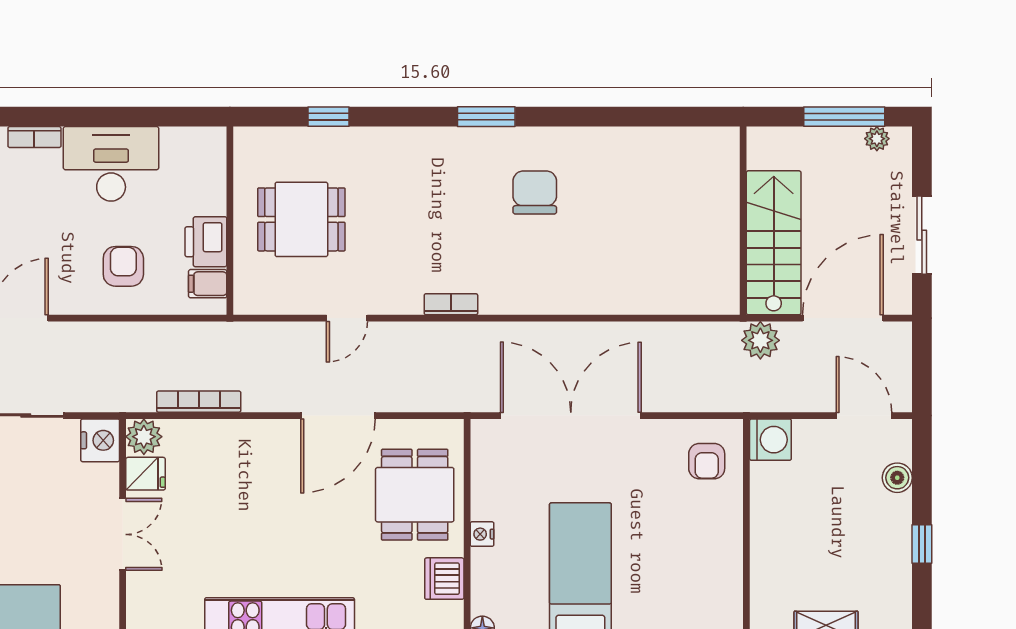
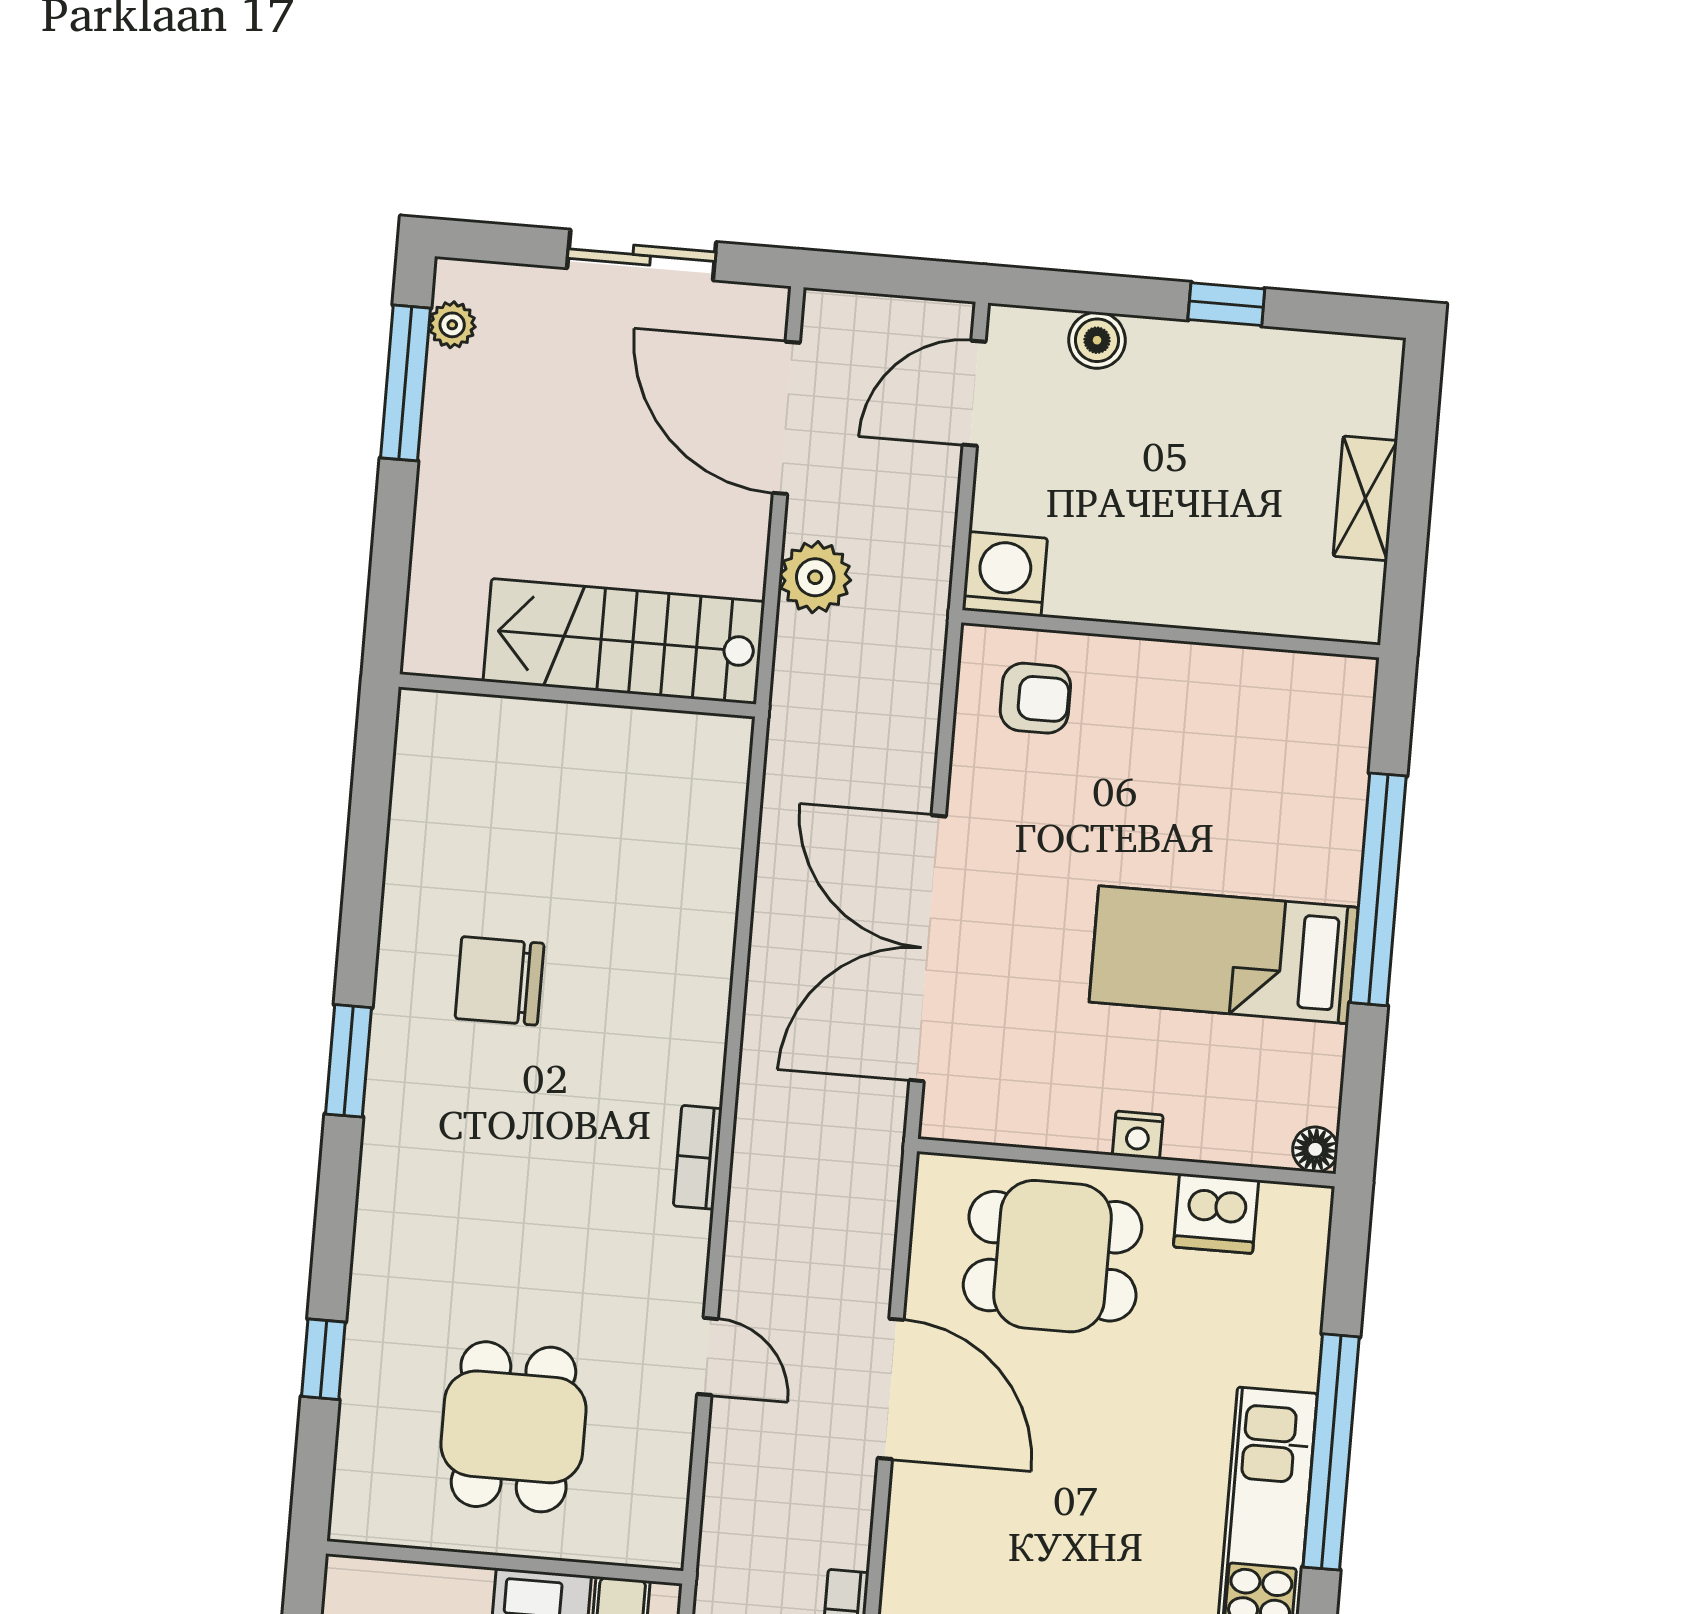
wall: (743, 221) -> (577, 695), moved
stairs: (774, 243) -> (624, 641), moved

